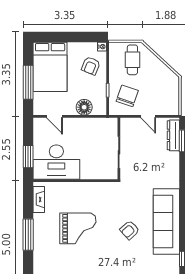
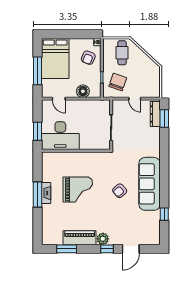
fireplace: (39, 199) -> (46, 193), moved

